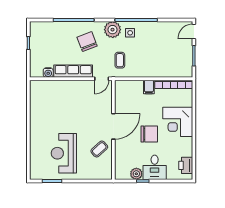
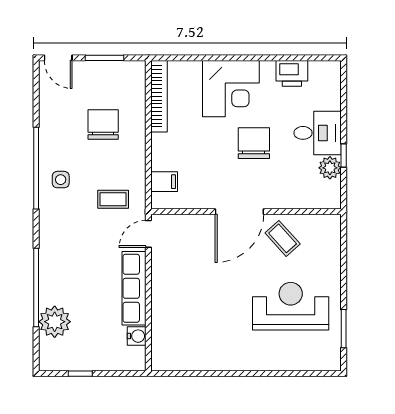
plant: (113, 30) -> (55, 322), moved
chair: (87, 42) -> (103, 125), moved, turned 111
door: (102, 79) -> (148, 234), swing flipped
filing cabinet: (149, 87) -> (164, 182), moved
door: (113, 126) -> (239, 212), swing flipped
reception desk: (64, 153) -> (291, 306), turned 180
printer: (186, 165) -> (292, 73), moved

